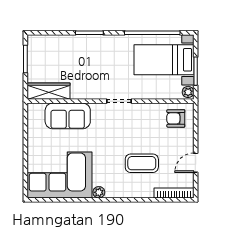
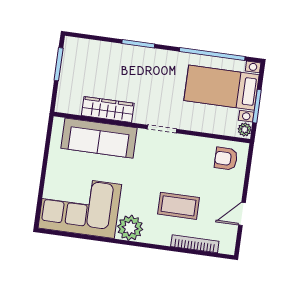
wardrobe: (49, 91) -> (108, 109), moved
sofa: (68, 116) -> (99, 138), width x1.36
plant: (99, 192) -> (130, 228), width x1.88, depth x1.88
bookcase: (174, 193) -> (195, 244), moved

